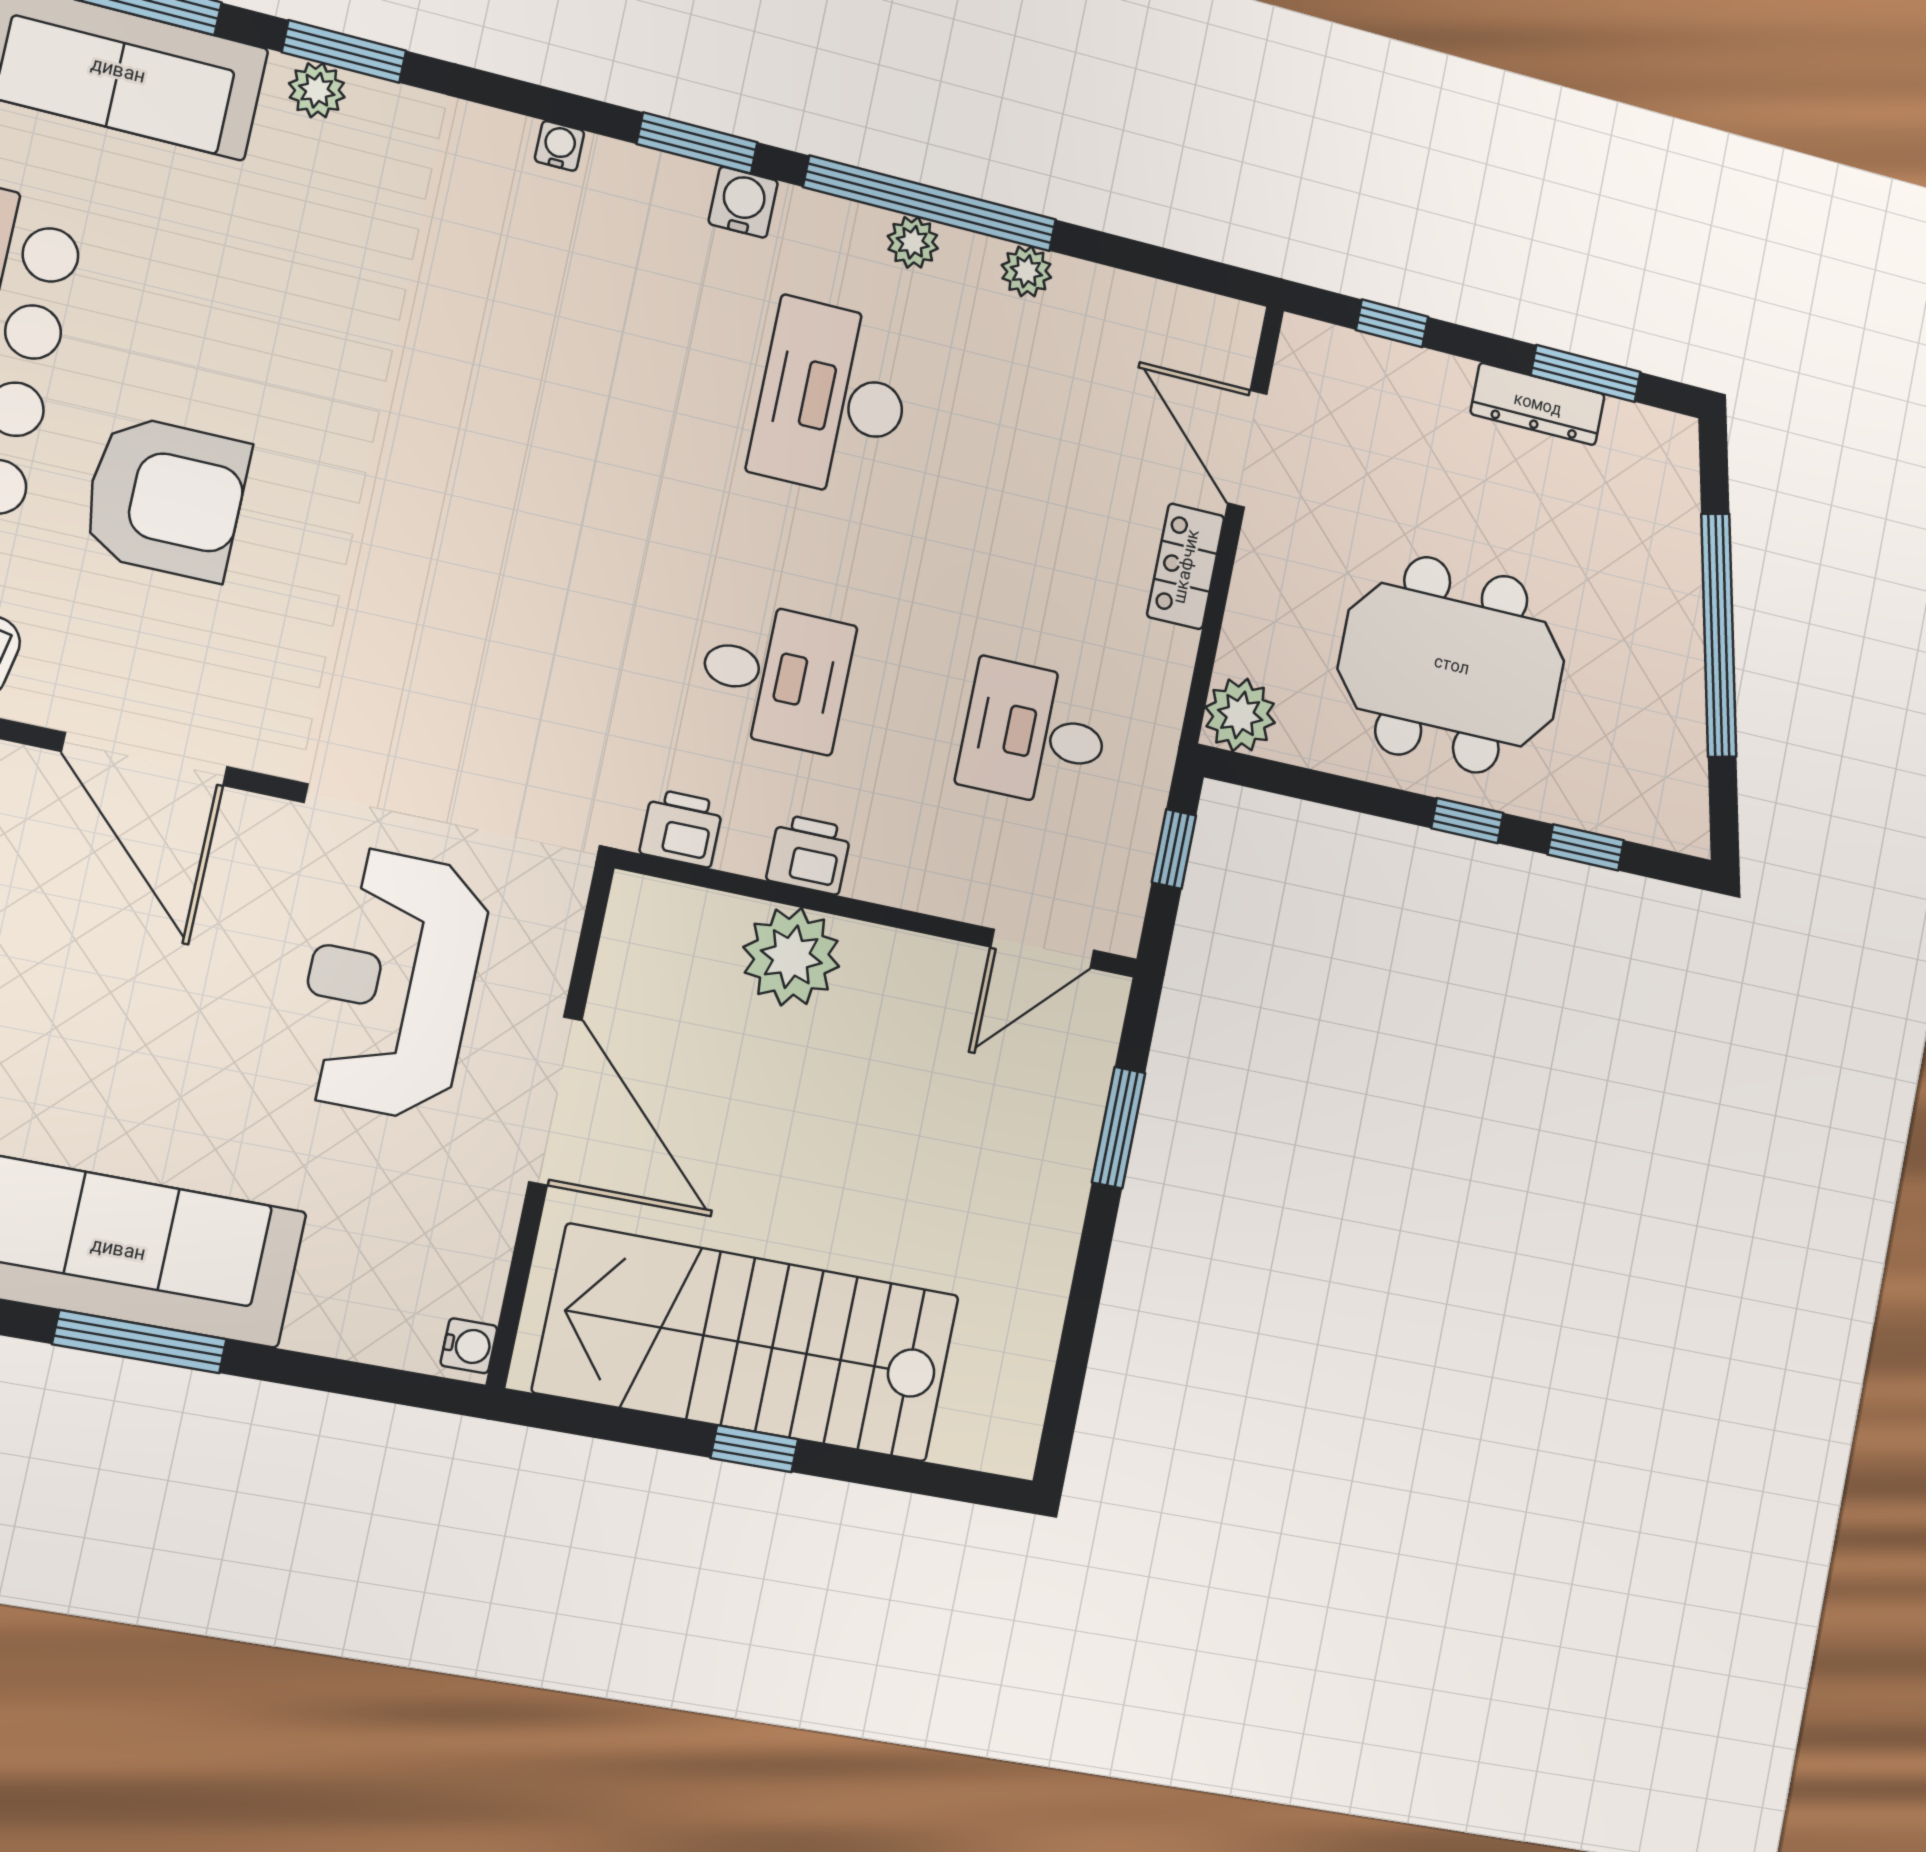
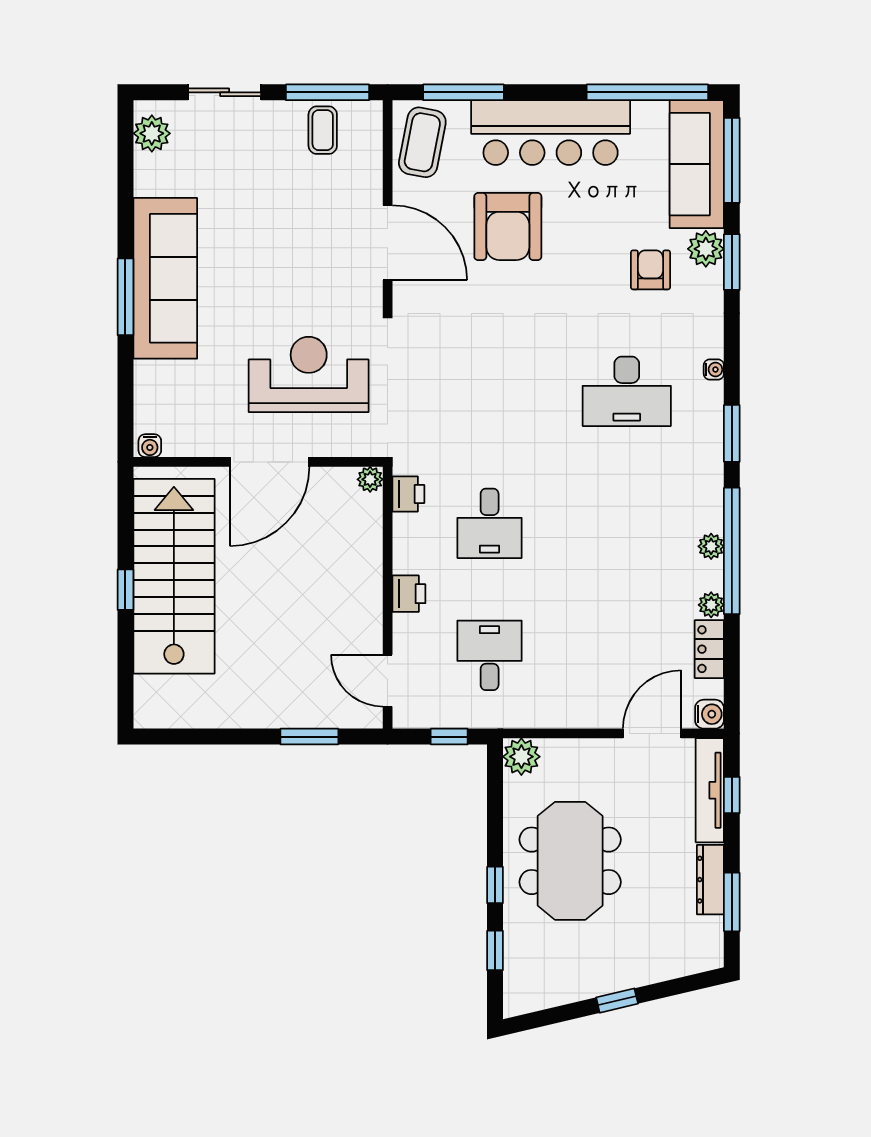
plant: (317, 90) -> (706, 249), width x1.38, depth x1.38
water cooler: (743, 202) -> (709, 714), moved
armchair: (324, 223) -> (650, 270), added
tv unit: (1375, 363) -> (710, 790), added
desk: (833, 399) -> (627, 391), moved, turned 180
locker: (1186, 566) -> (709, 649), moved, turned -90
window: (1719, 635) -> (617, 1001), width x0.32
door: (144, 759) -> (388, 243), swing flipped
printer: (809, 854) -> (409, 594), moved
plant: (791, 957) -> (370, 479), moved, width x0.53, depth x0.53

